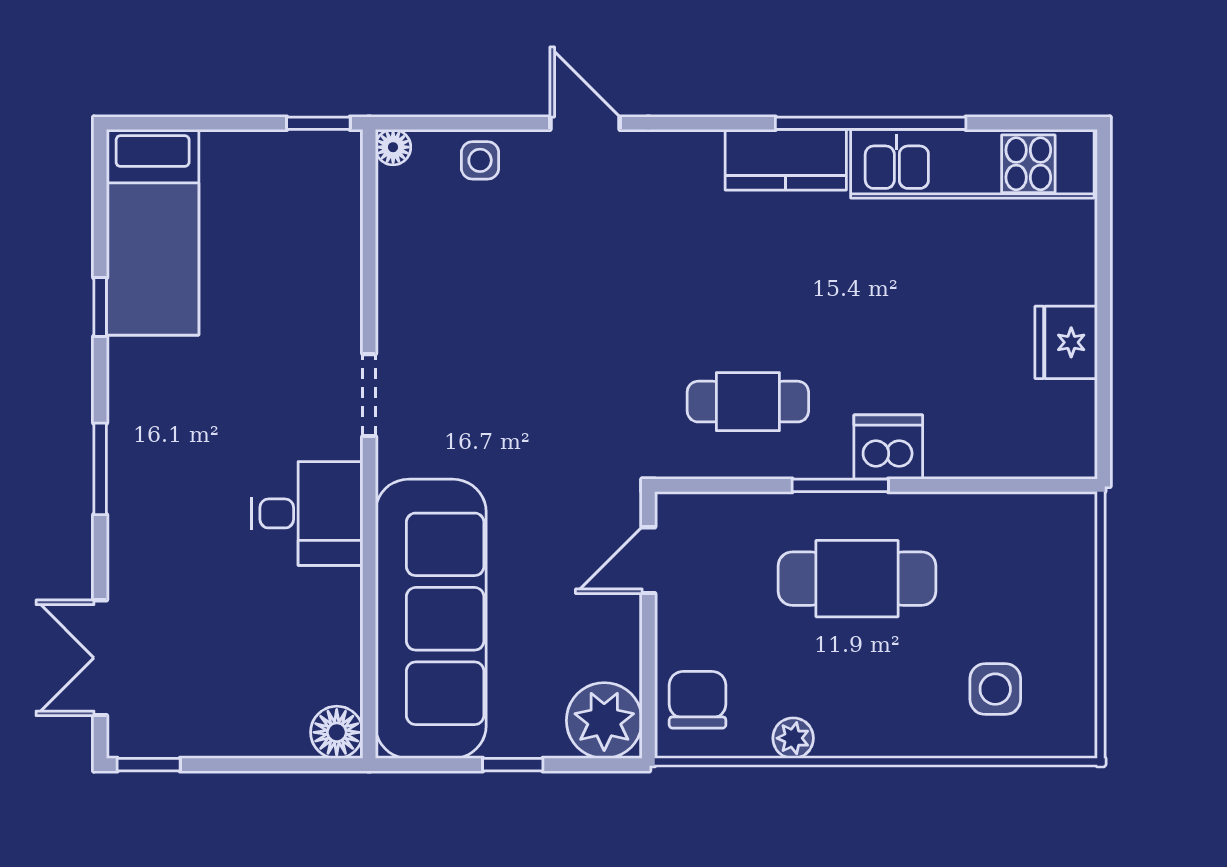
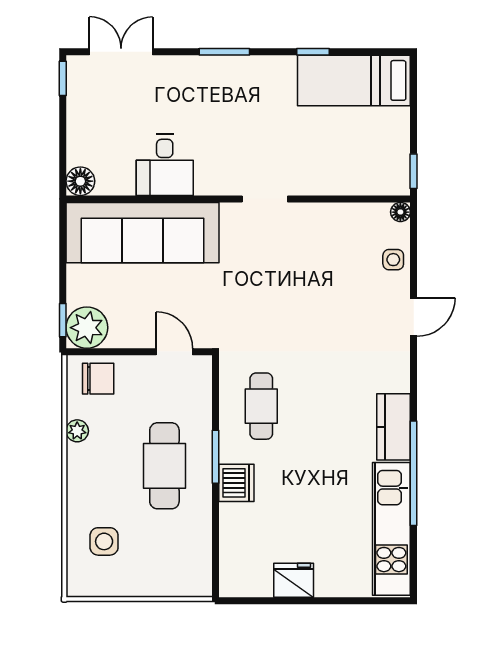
desk: (307, 513) -> (165, 165), moved
window: (513, 765) -> (63, 320), moved

